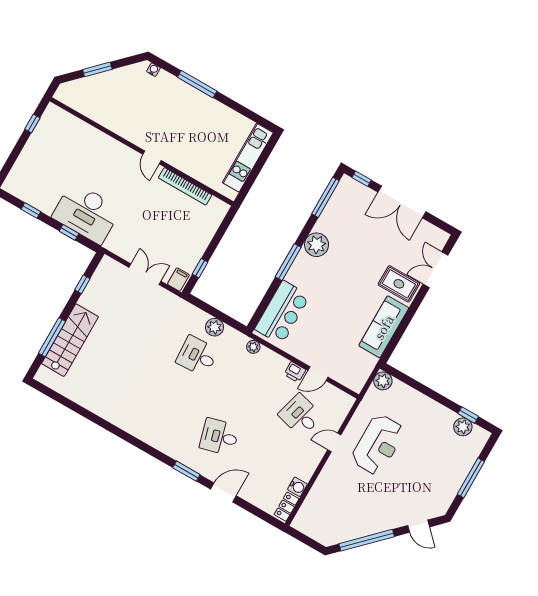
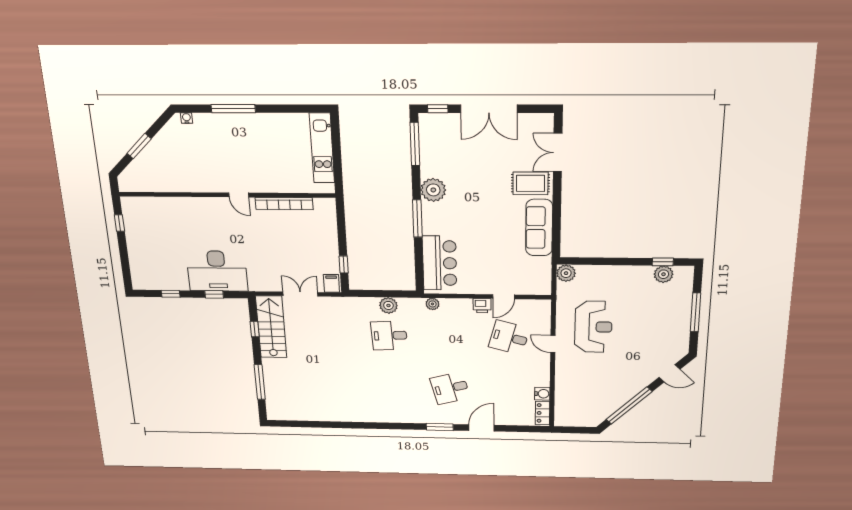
stairs: (70, 340) -> (271, 327), moved
door: (334, 442) -> (553, 344), hinge flipped

